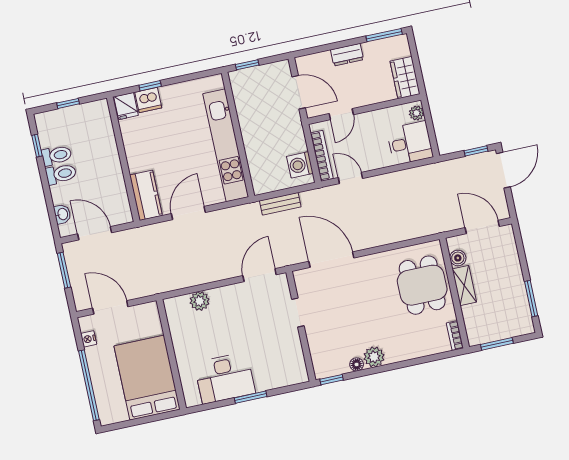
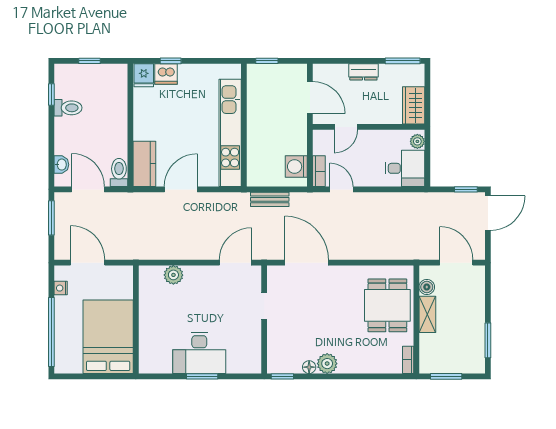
bookcase: (322, 156) -> (319, 171), width x0.64
toilet: (61, 174) -> (119, 172), moved, turned -90
desk: (225, 378) -> (199, 353), moved

